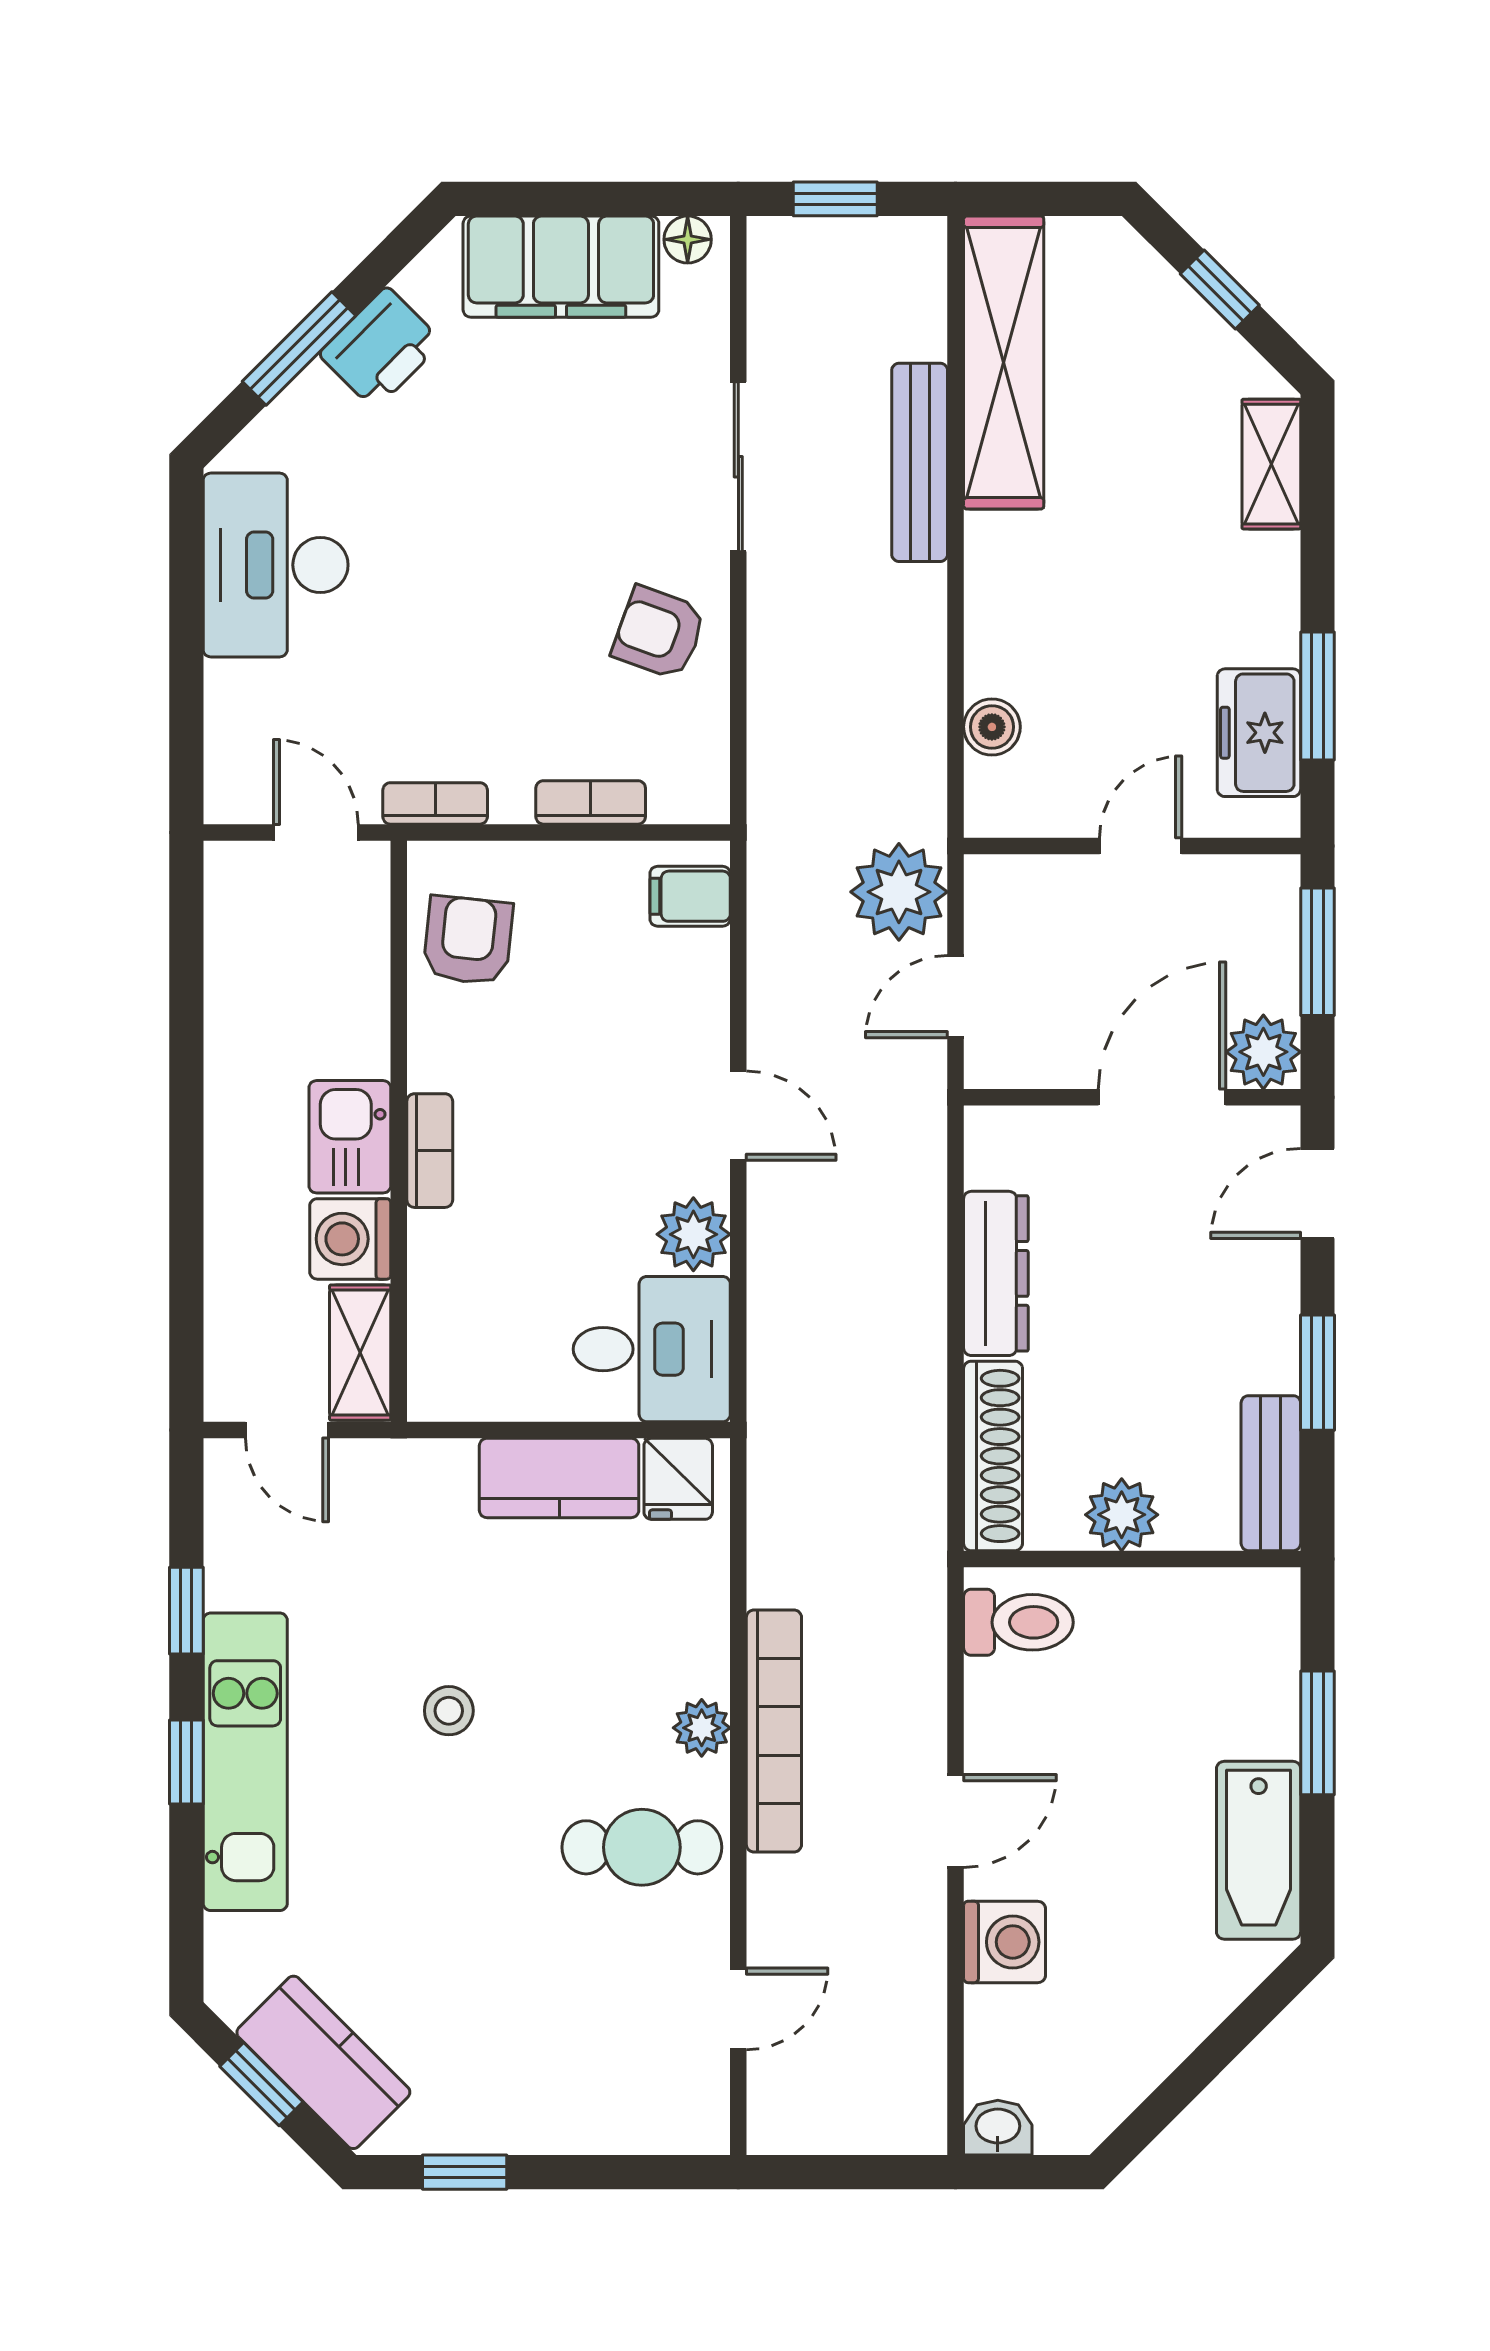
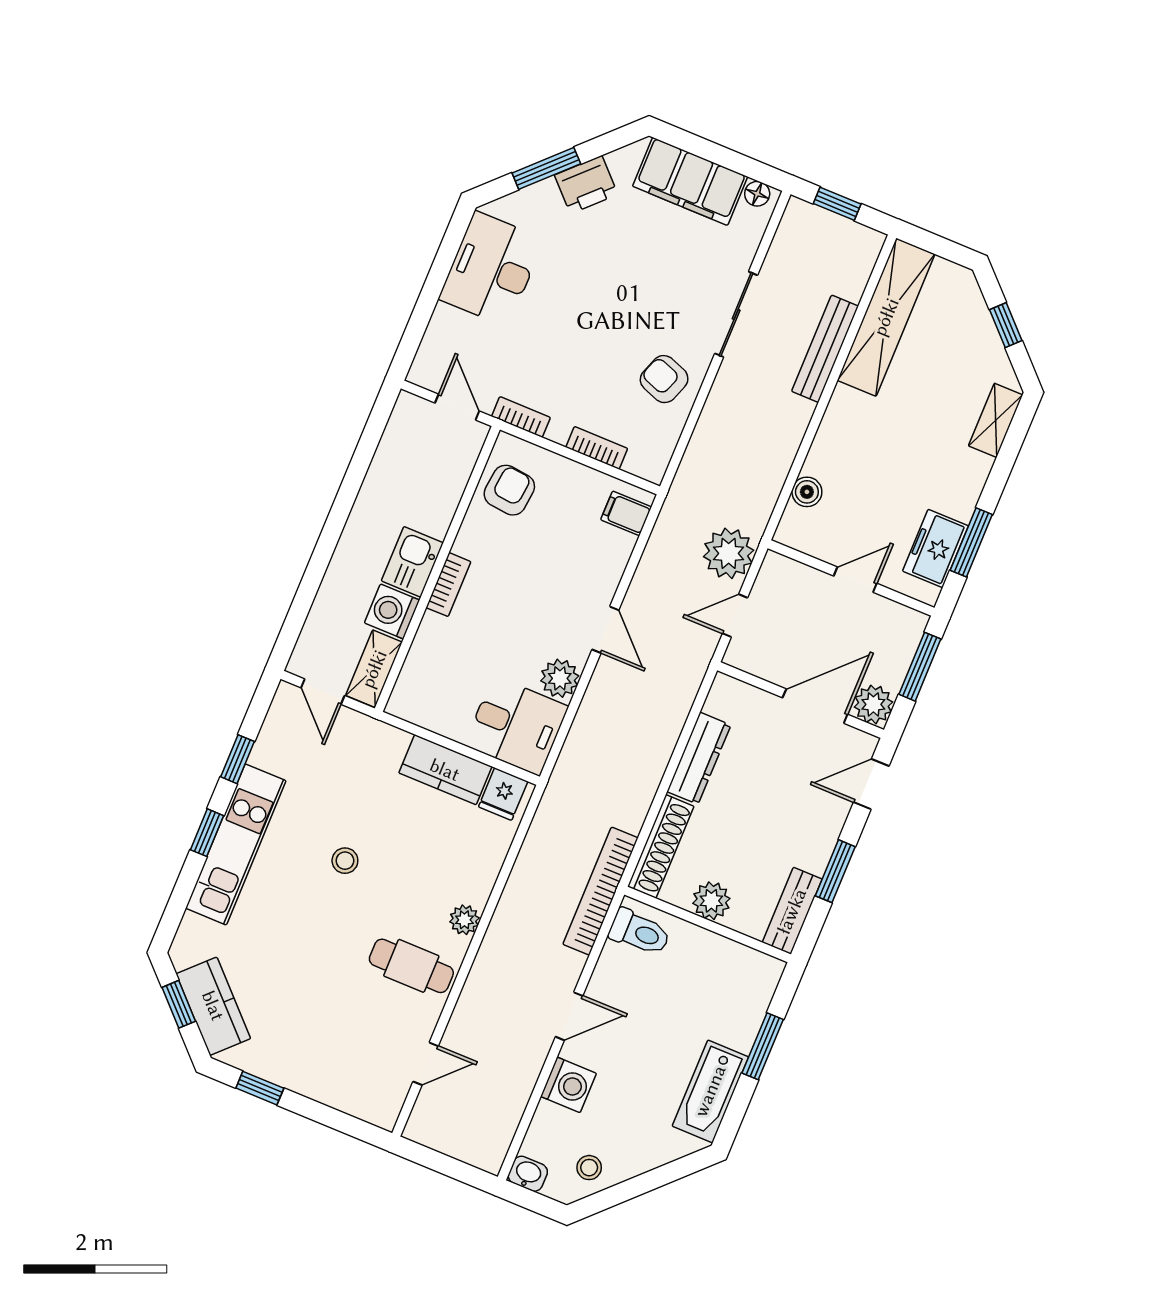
bookcase: (774, 1731) -> (601, 891), moved, turned 180
stool: (1101, 2072) -> (589, 1168), added

